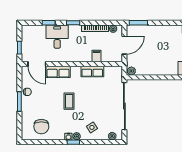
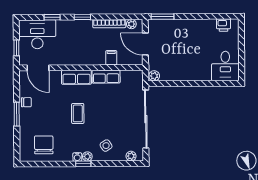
desk: (57, 37) -> (37, 34), moved, width x1.37
door: (124, 45) -> (145, 44), swing flipped
row of seats: (58, 72) -> (76, 77), moved
chair: (41, 127) -> (44, 145), turned 180

